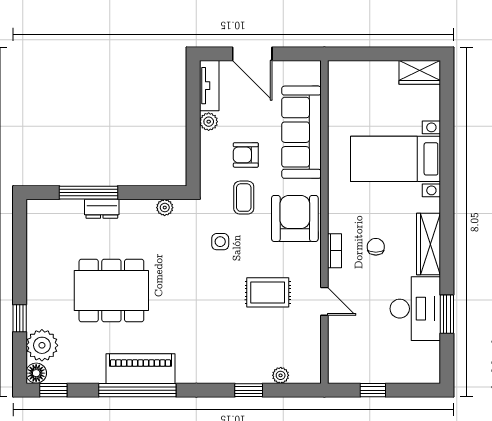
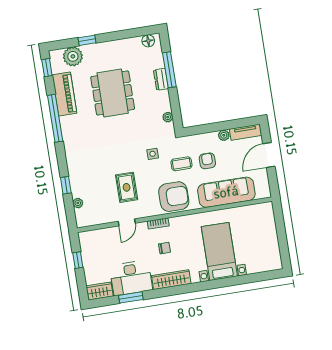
wardrobe: (420, 72) -> (100, 291), moved, turned 90
piano: (140, 369) -> (64, 94), moved
floor lamp: (36, 373) -> (148, 41), moved

